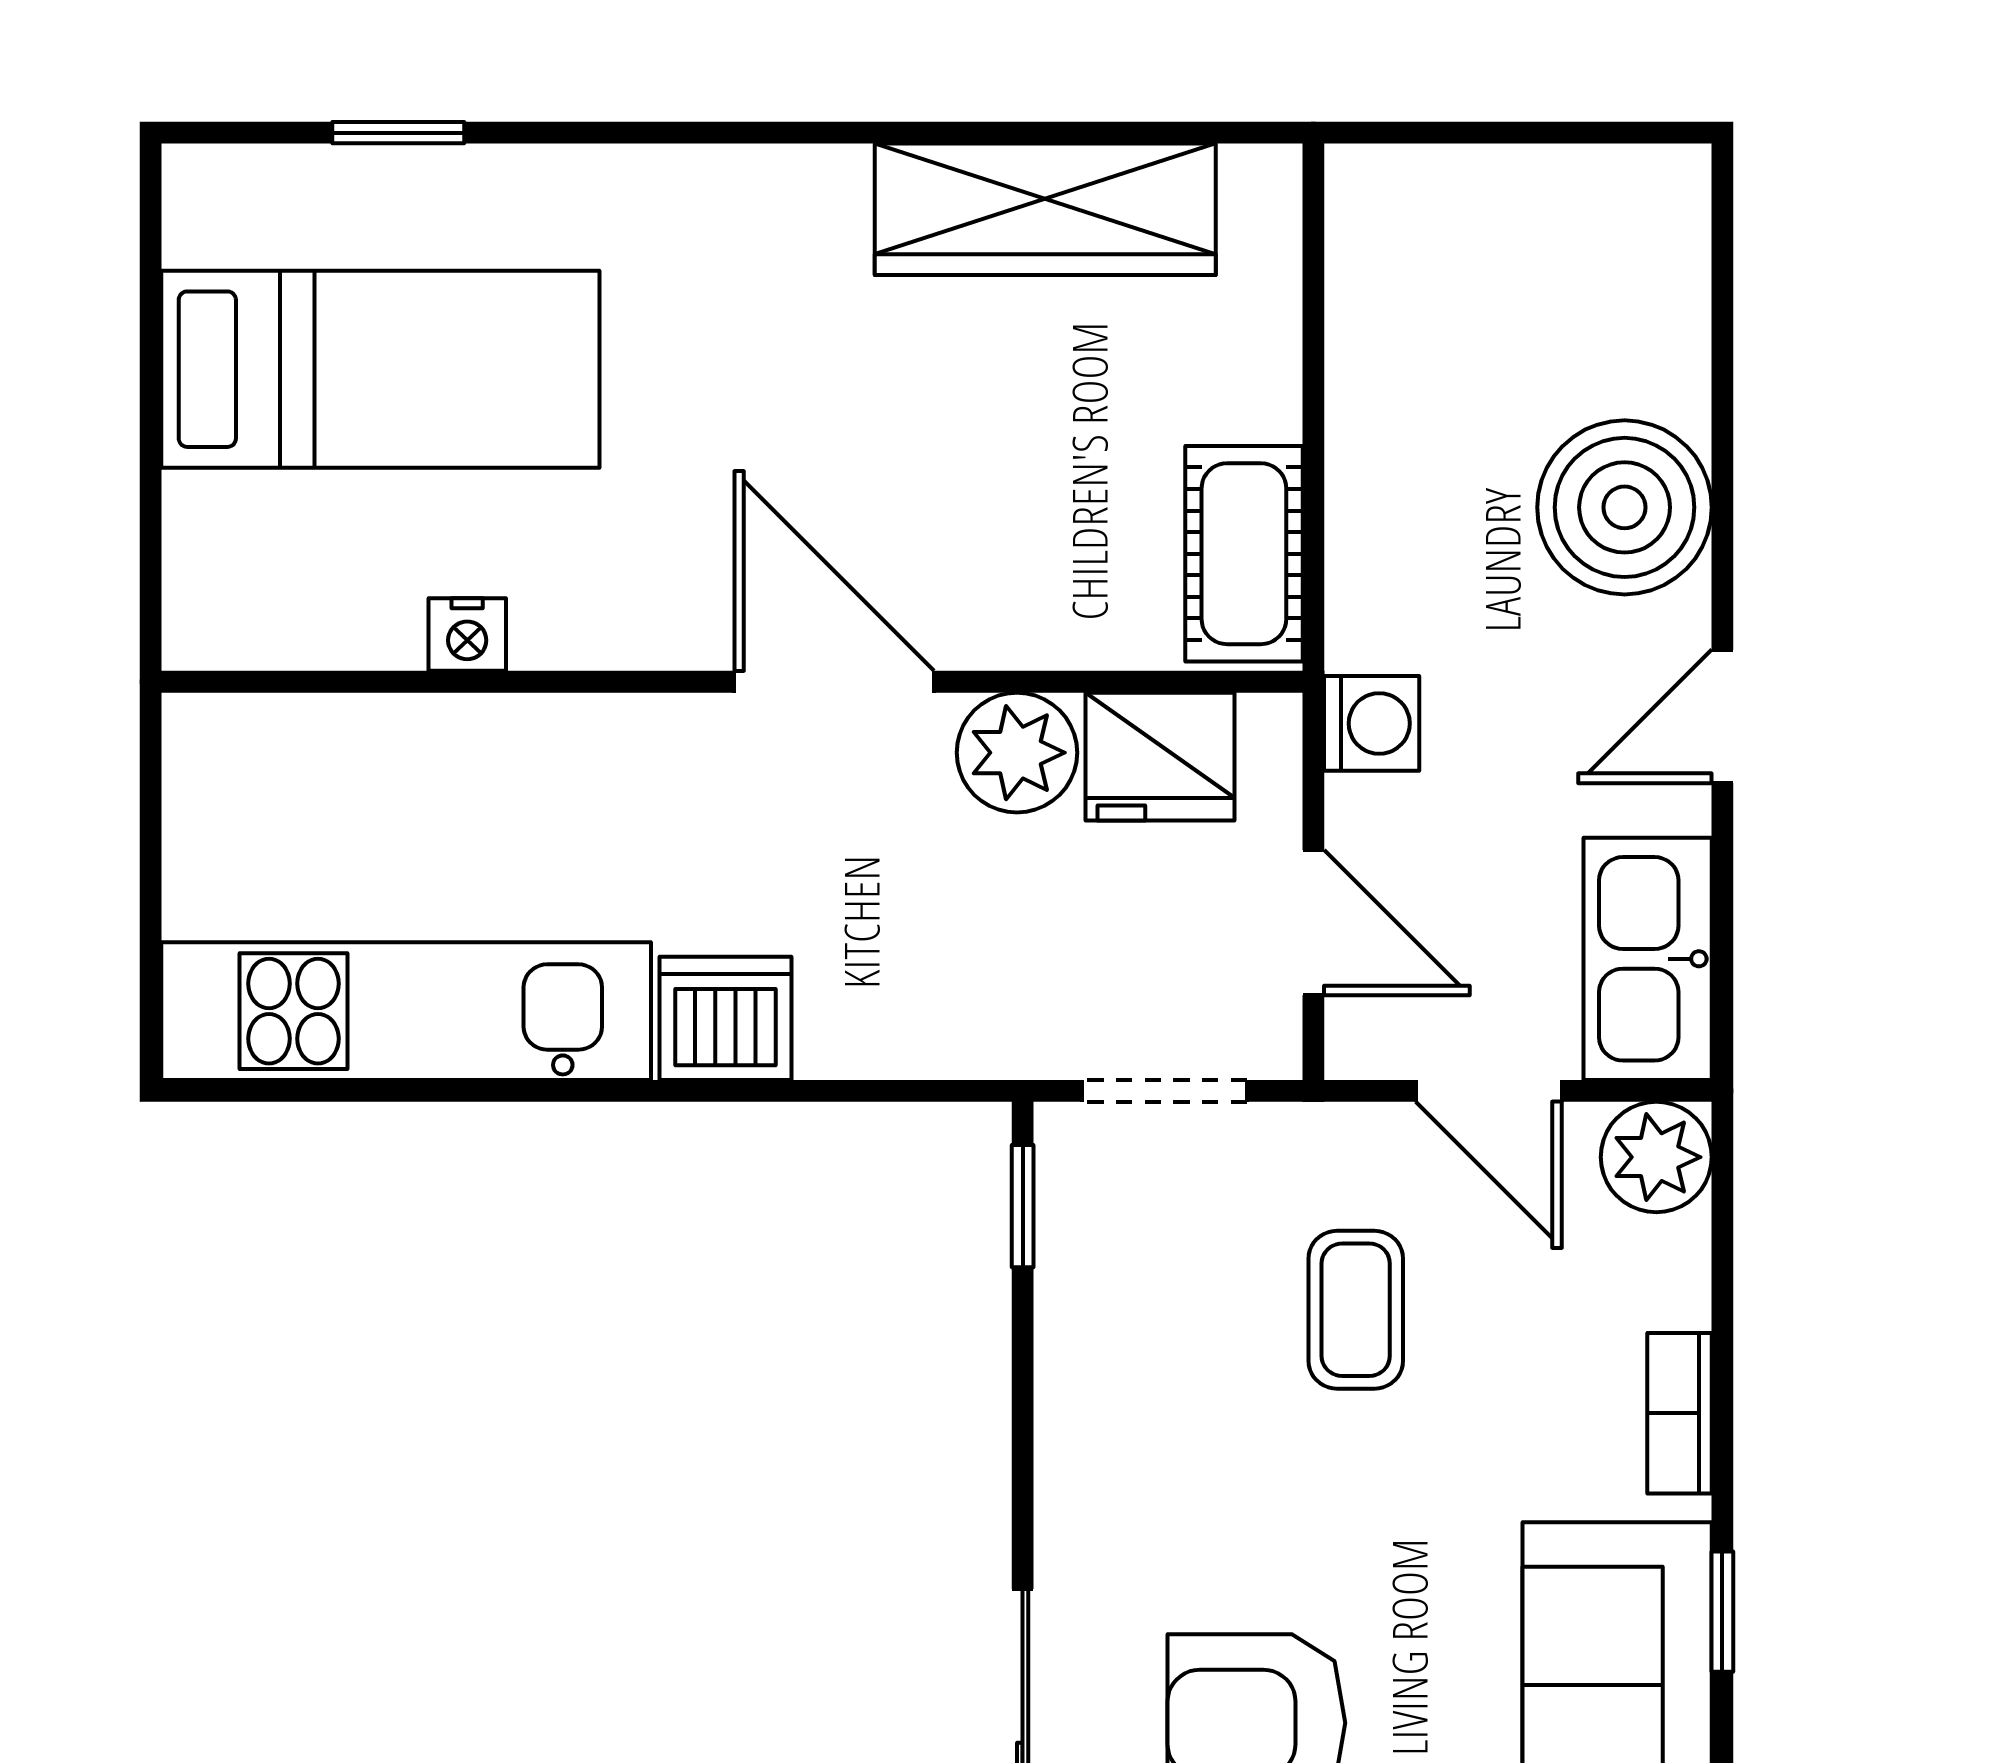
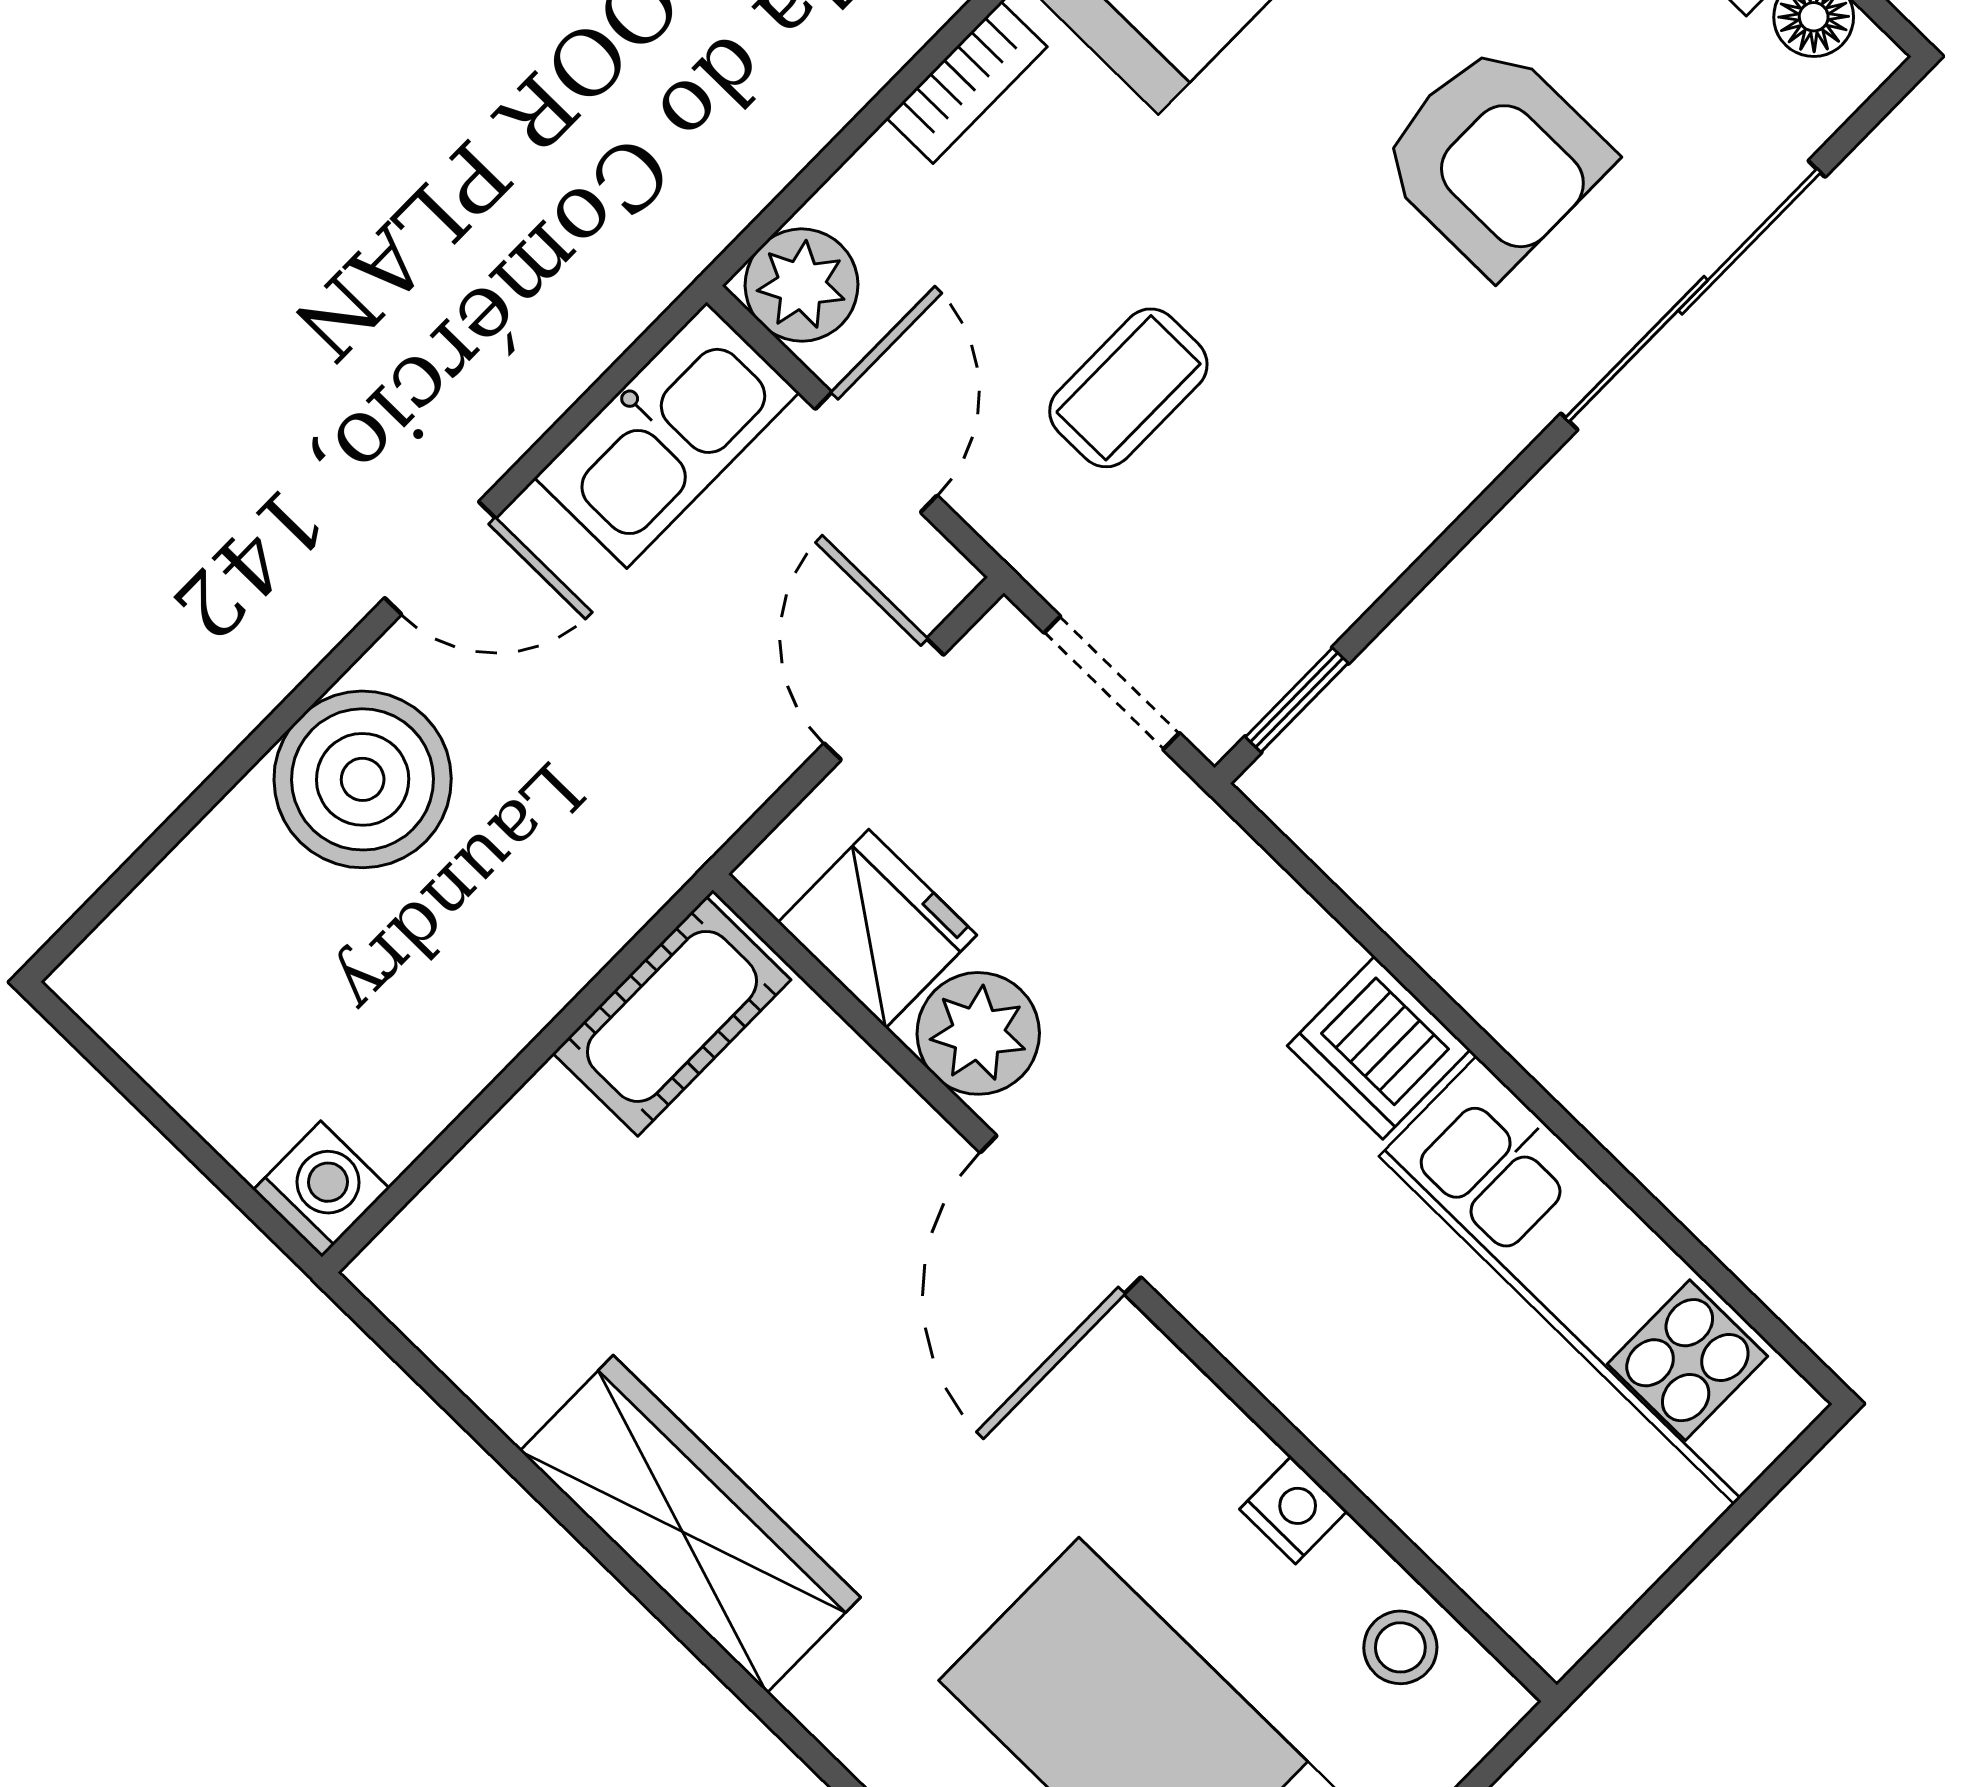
wardrobe: (1045, 209) -> (690, 1524), moved
stool: (298, 612) -> (1400, 1647), added
washing machine: (1372, 723) -> (321, 1189), moved, turned 90

